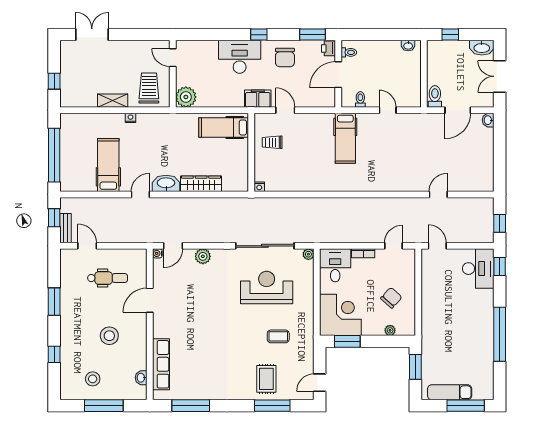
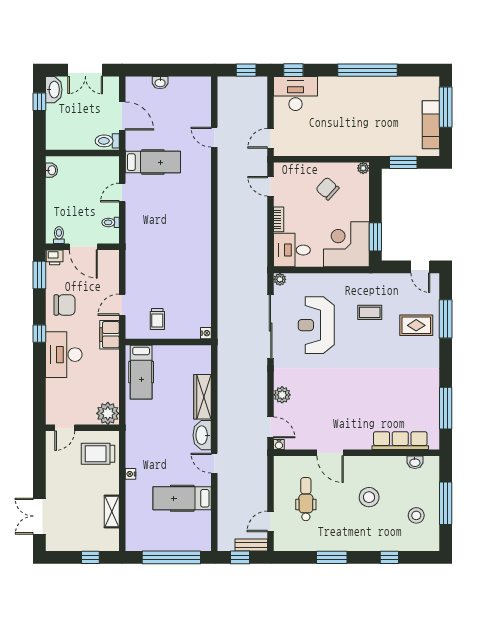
window: (450, 35) -> (39, 102), moved
shelving: (113, 101) -> (112, 512), moved
washbasin: (488, 120) -> (160, 83), moved
hospital bed: (345, 138) -> (153, 162), moved
plant: (390, 330) -> (363, 168), moved
coffee table: (278, 336) -> (370, 312), turned 90

